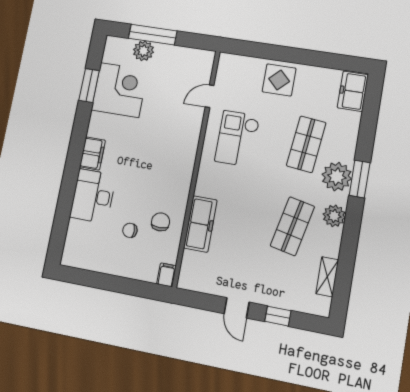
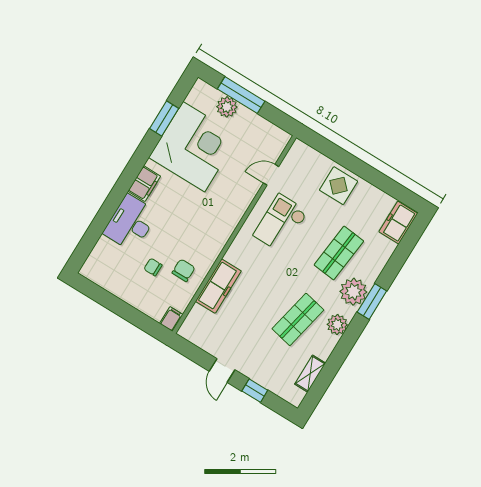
corner desk: (120, 90) -> (194, 147), width x1.36, depth x1.36

